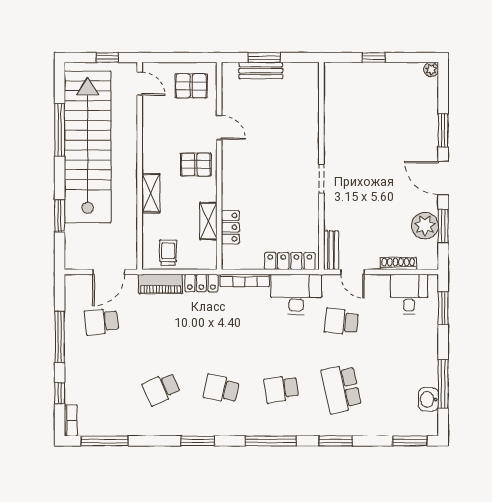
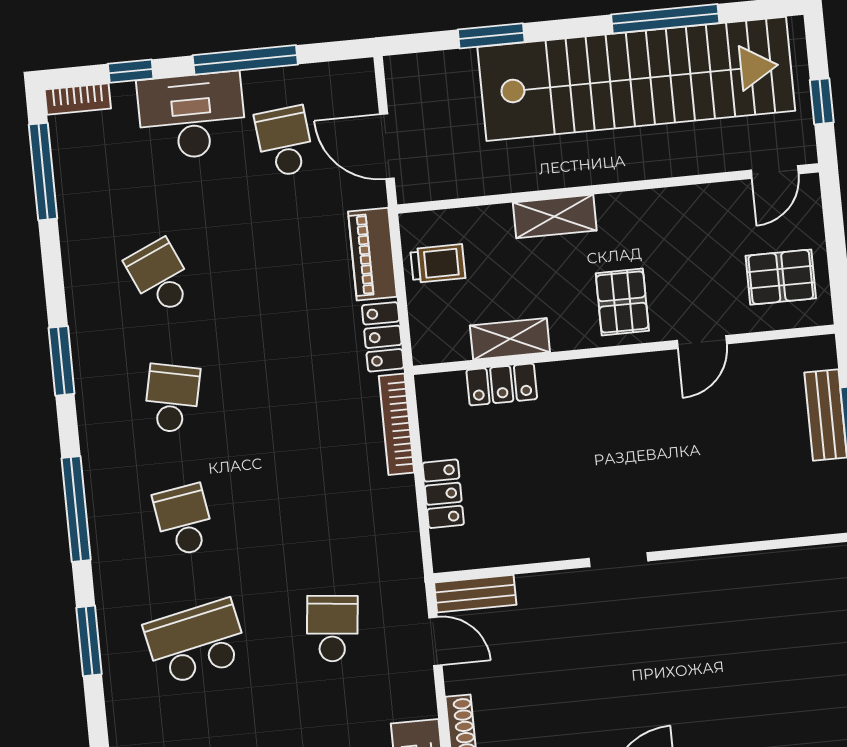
pallet: (191, 86) -> (781, 277), turned 90
locker: (290, 261) -> (443, 494), width x0.66
door: (352, 272) -> (435, 641), swing flipped
desk: (296, 294) -> (192, 116), moved, turned -90

